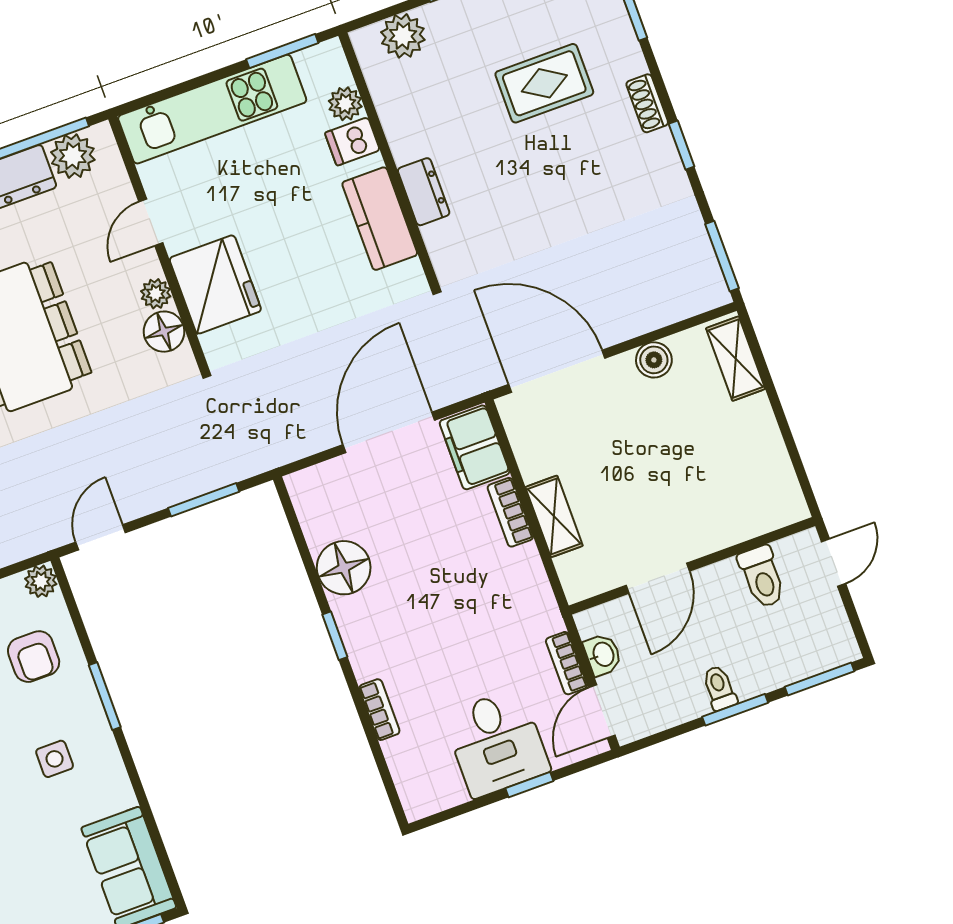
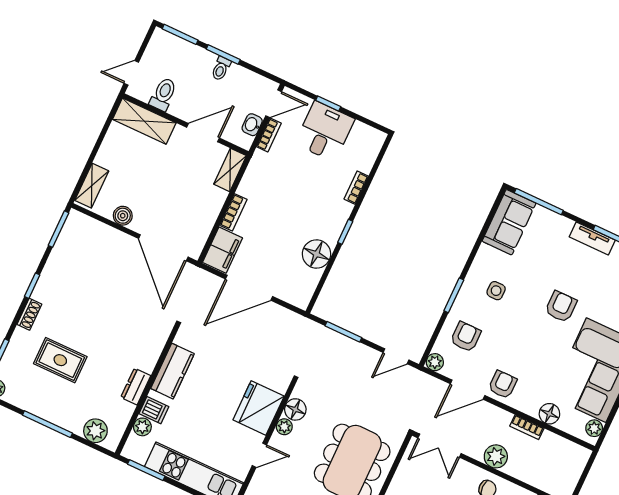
dresser: (424, 192) -> (136, 386), moved
shelving: (752, 515) -> (144, 121), added
shelving: (554, 516) -> (230, 170), moved

